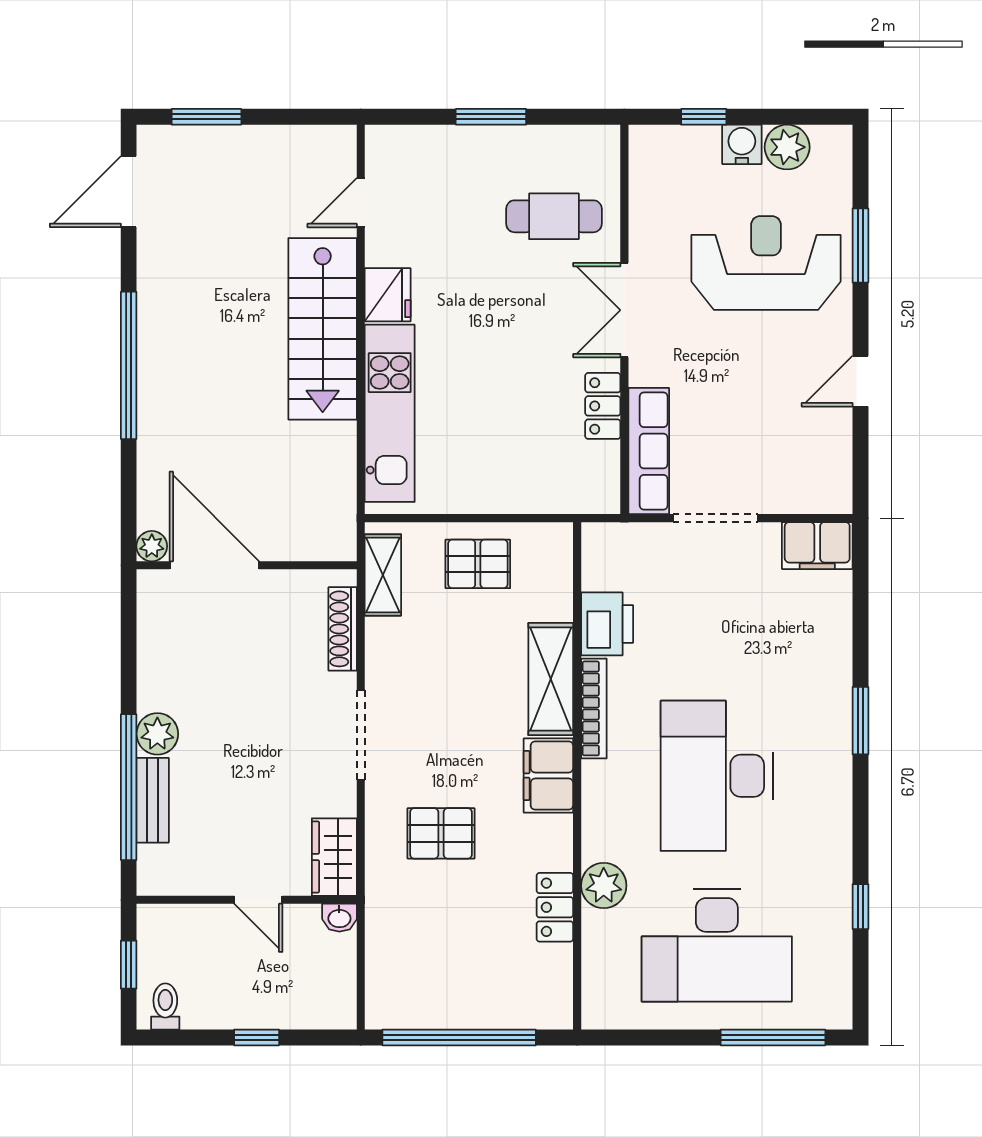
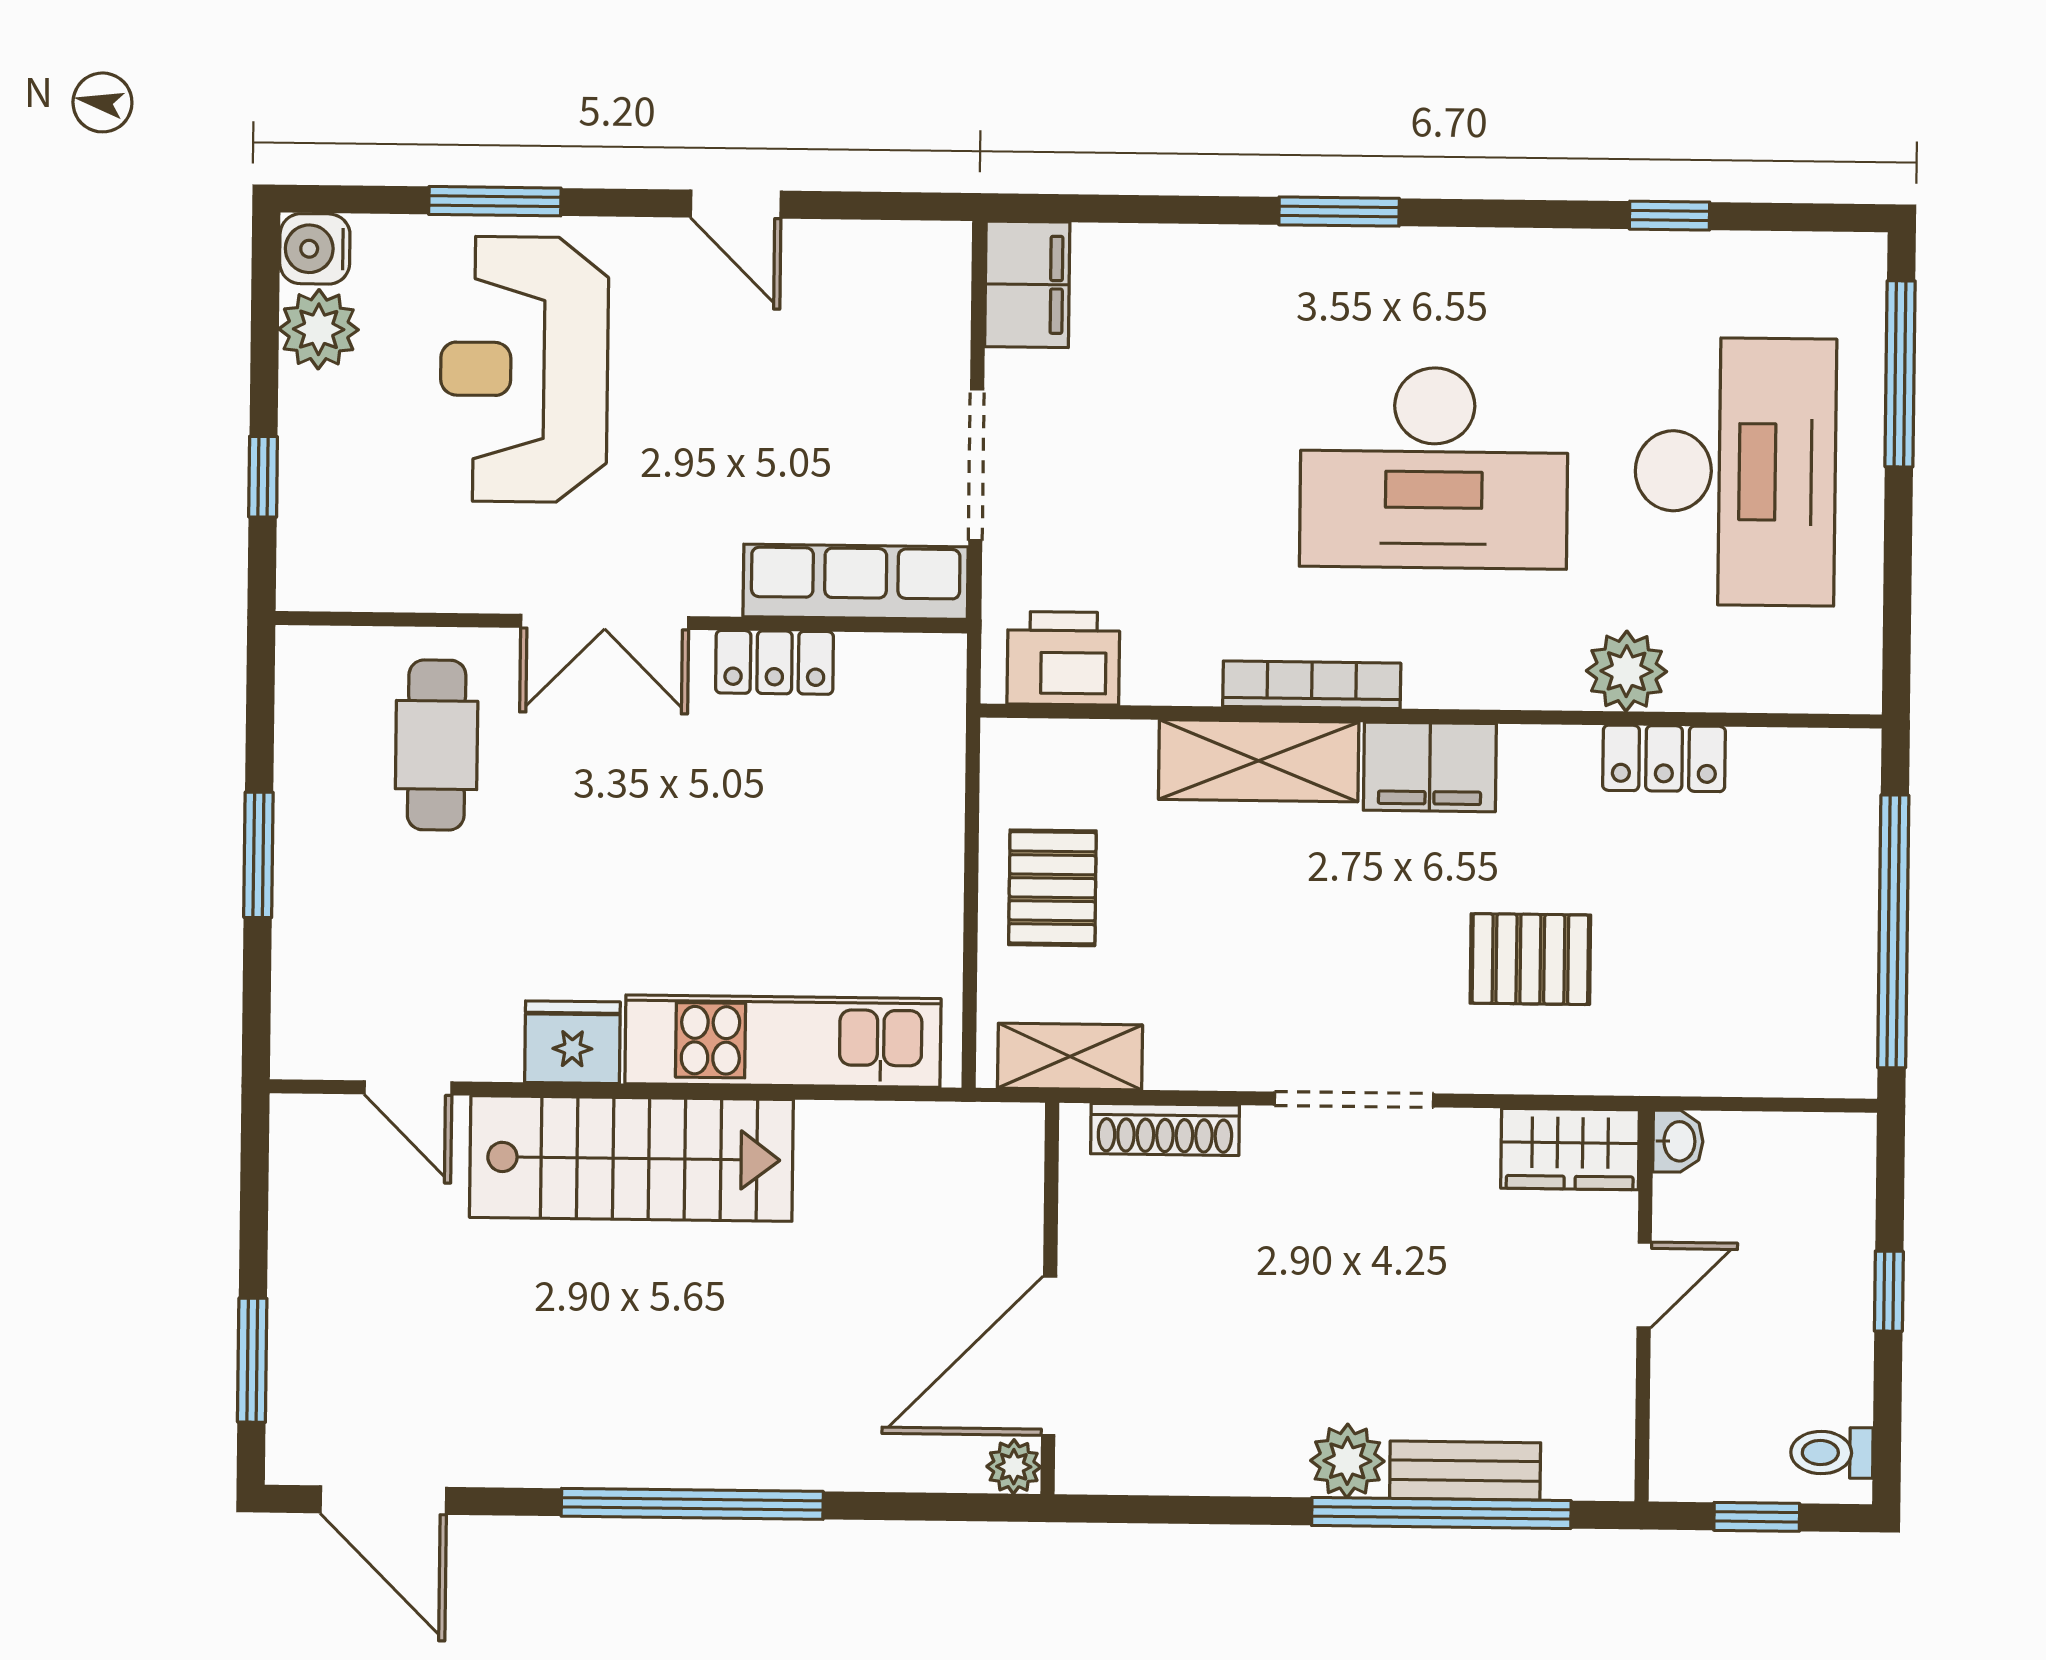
water cooler: (742, 144) -> (315, 249), moved
printer: (607, 624) -> (1063, 658), moved
pallet: (441, 833) -> (1530, 959), turned 90

